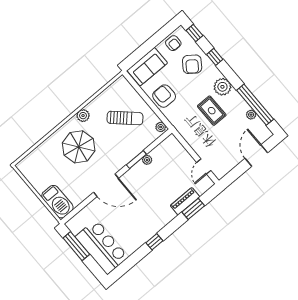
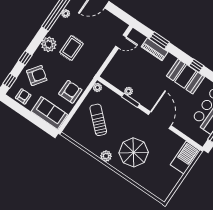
armchair: (164, 96) -> (70, 92), turned 180
booth: (146, 227) -> (185, 76), added

